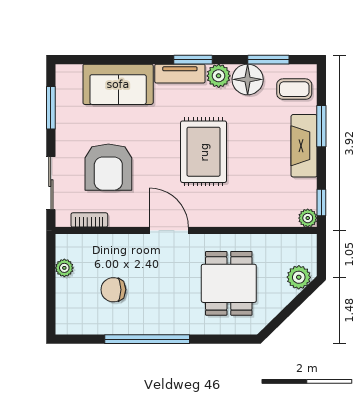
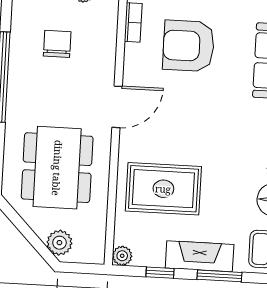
rug: (204, 152) -> (163, 189), moved
window: (321, 203) -> (160, 273), moved
dining table: (229, 283) -> (57, 168), width x1.38

